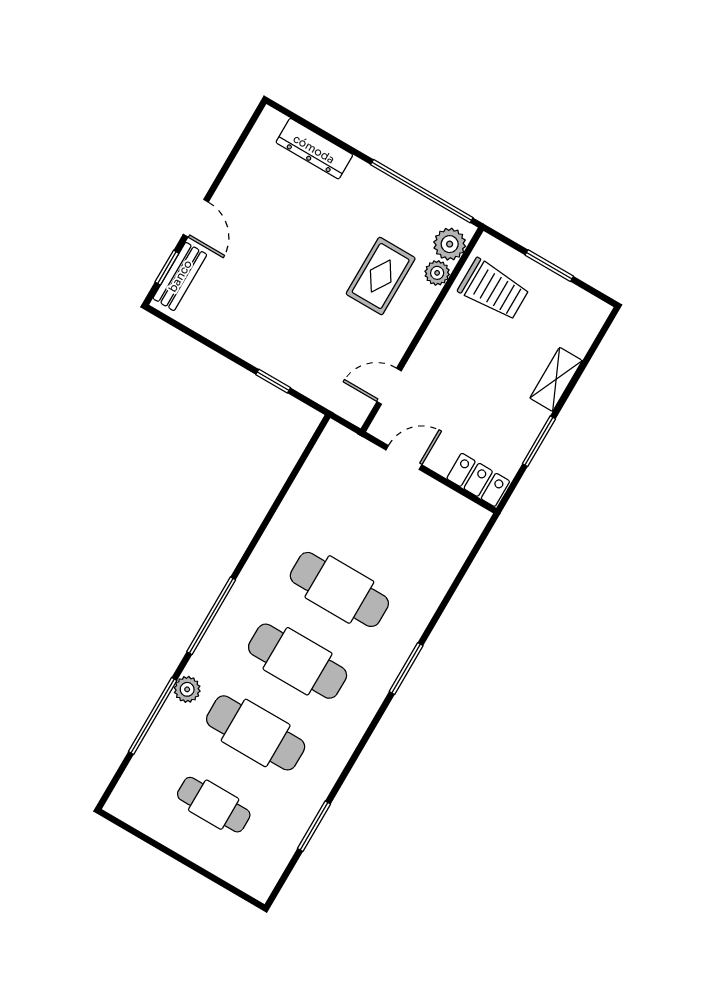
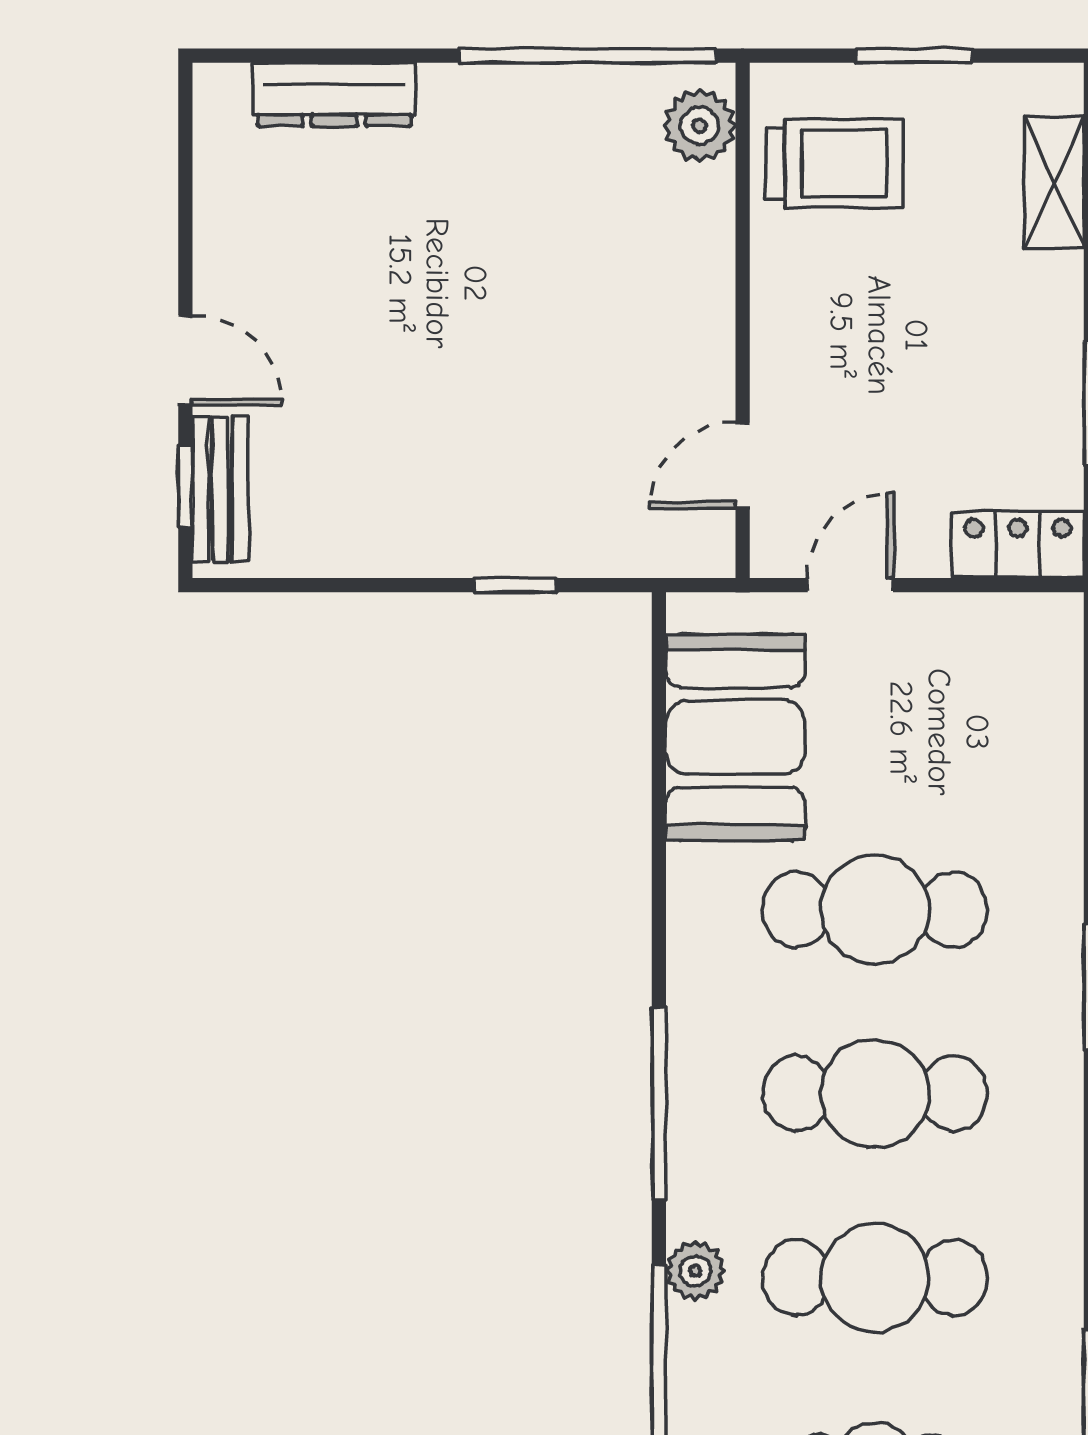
plant: (437, 273) -> (708, 195), removed
rug: (381, 276) -> (603, 264), removed
shelving: (556, 379) -> (1054, 182), moved
booth: (324, 490) -> (735, 737), added

